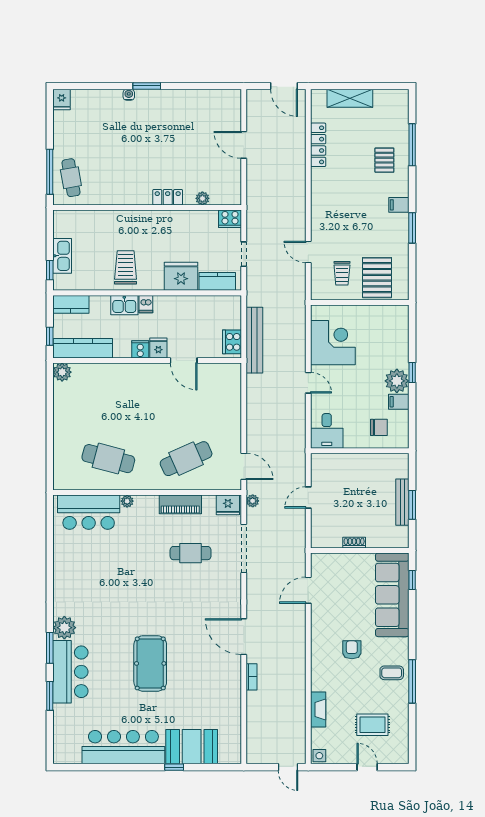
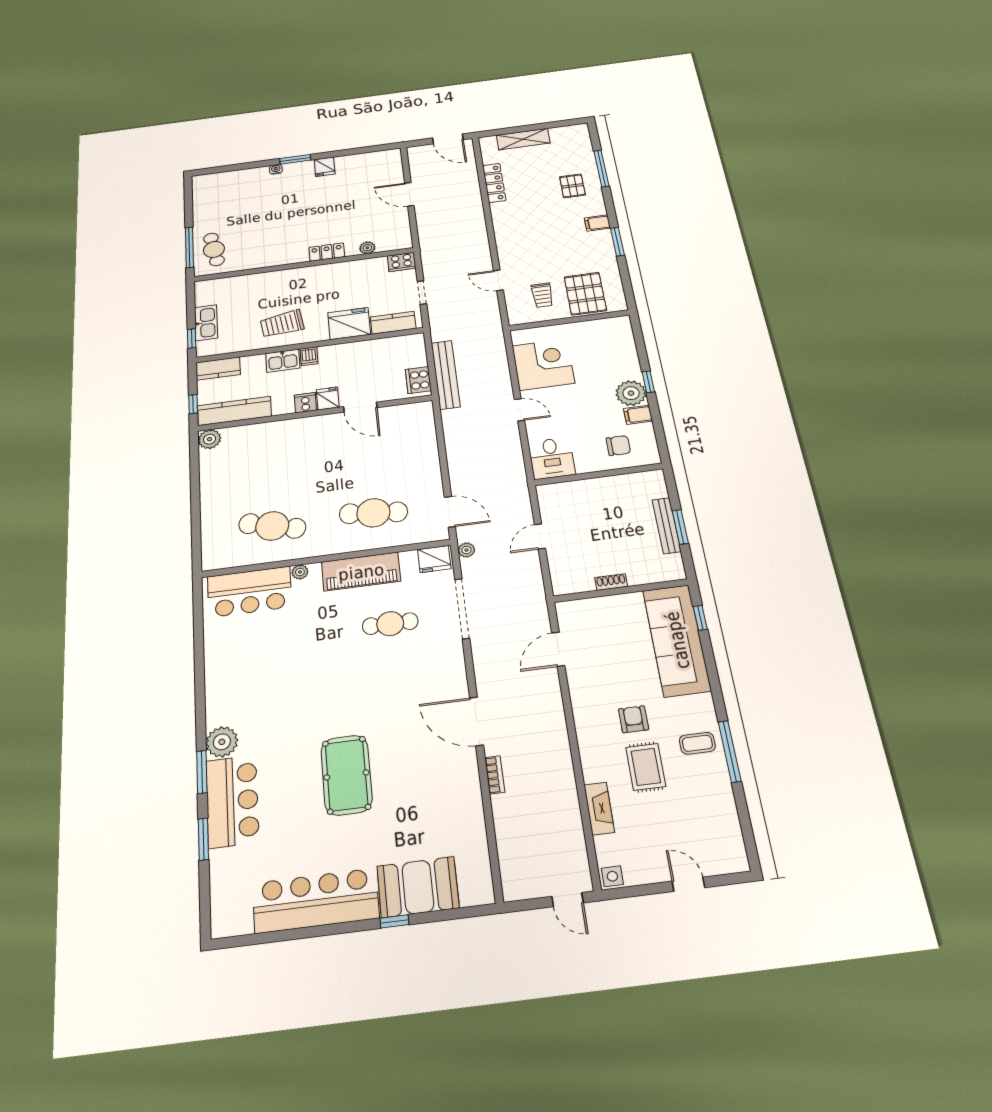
fridge: (62, 100) -> (325, 167), moved
trolley: (126, 267) -> (282, 324), turned -98
cafe table: (186, 459) -> (373, 513), turned 30
piano: (180, 504) -> (361, 572), width x1.37, depth x1.33
rug: (372, 725) -> (646, 767), moved, turned 90

